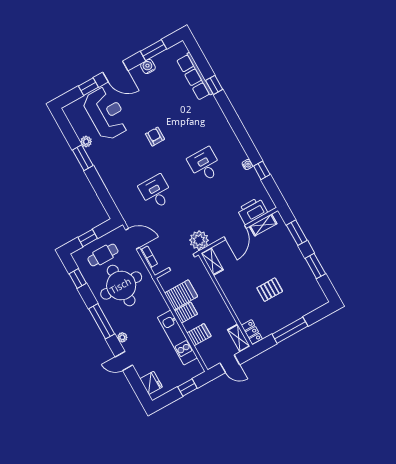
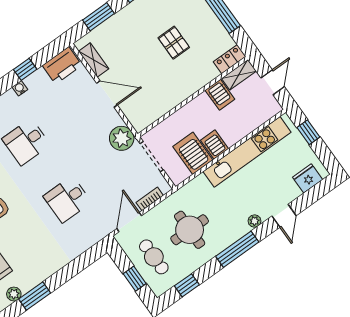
printer: (252, 211) -> (62, 65), moved, turned -90
shelving: (212, 262) -> (147, 119), removed
round table: (121, 286) -> (190, 230), width x0.73, depth x0.73
server rack: (199, 335) -> (220, 95), moved, turned 180
kitchen unit: (177, 338) -> (247, 152), width x1.36

